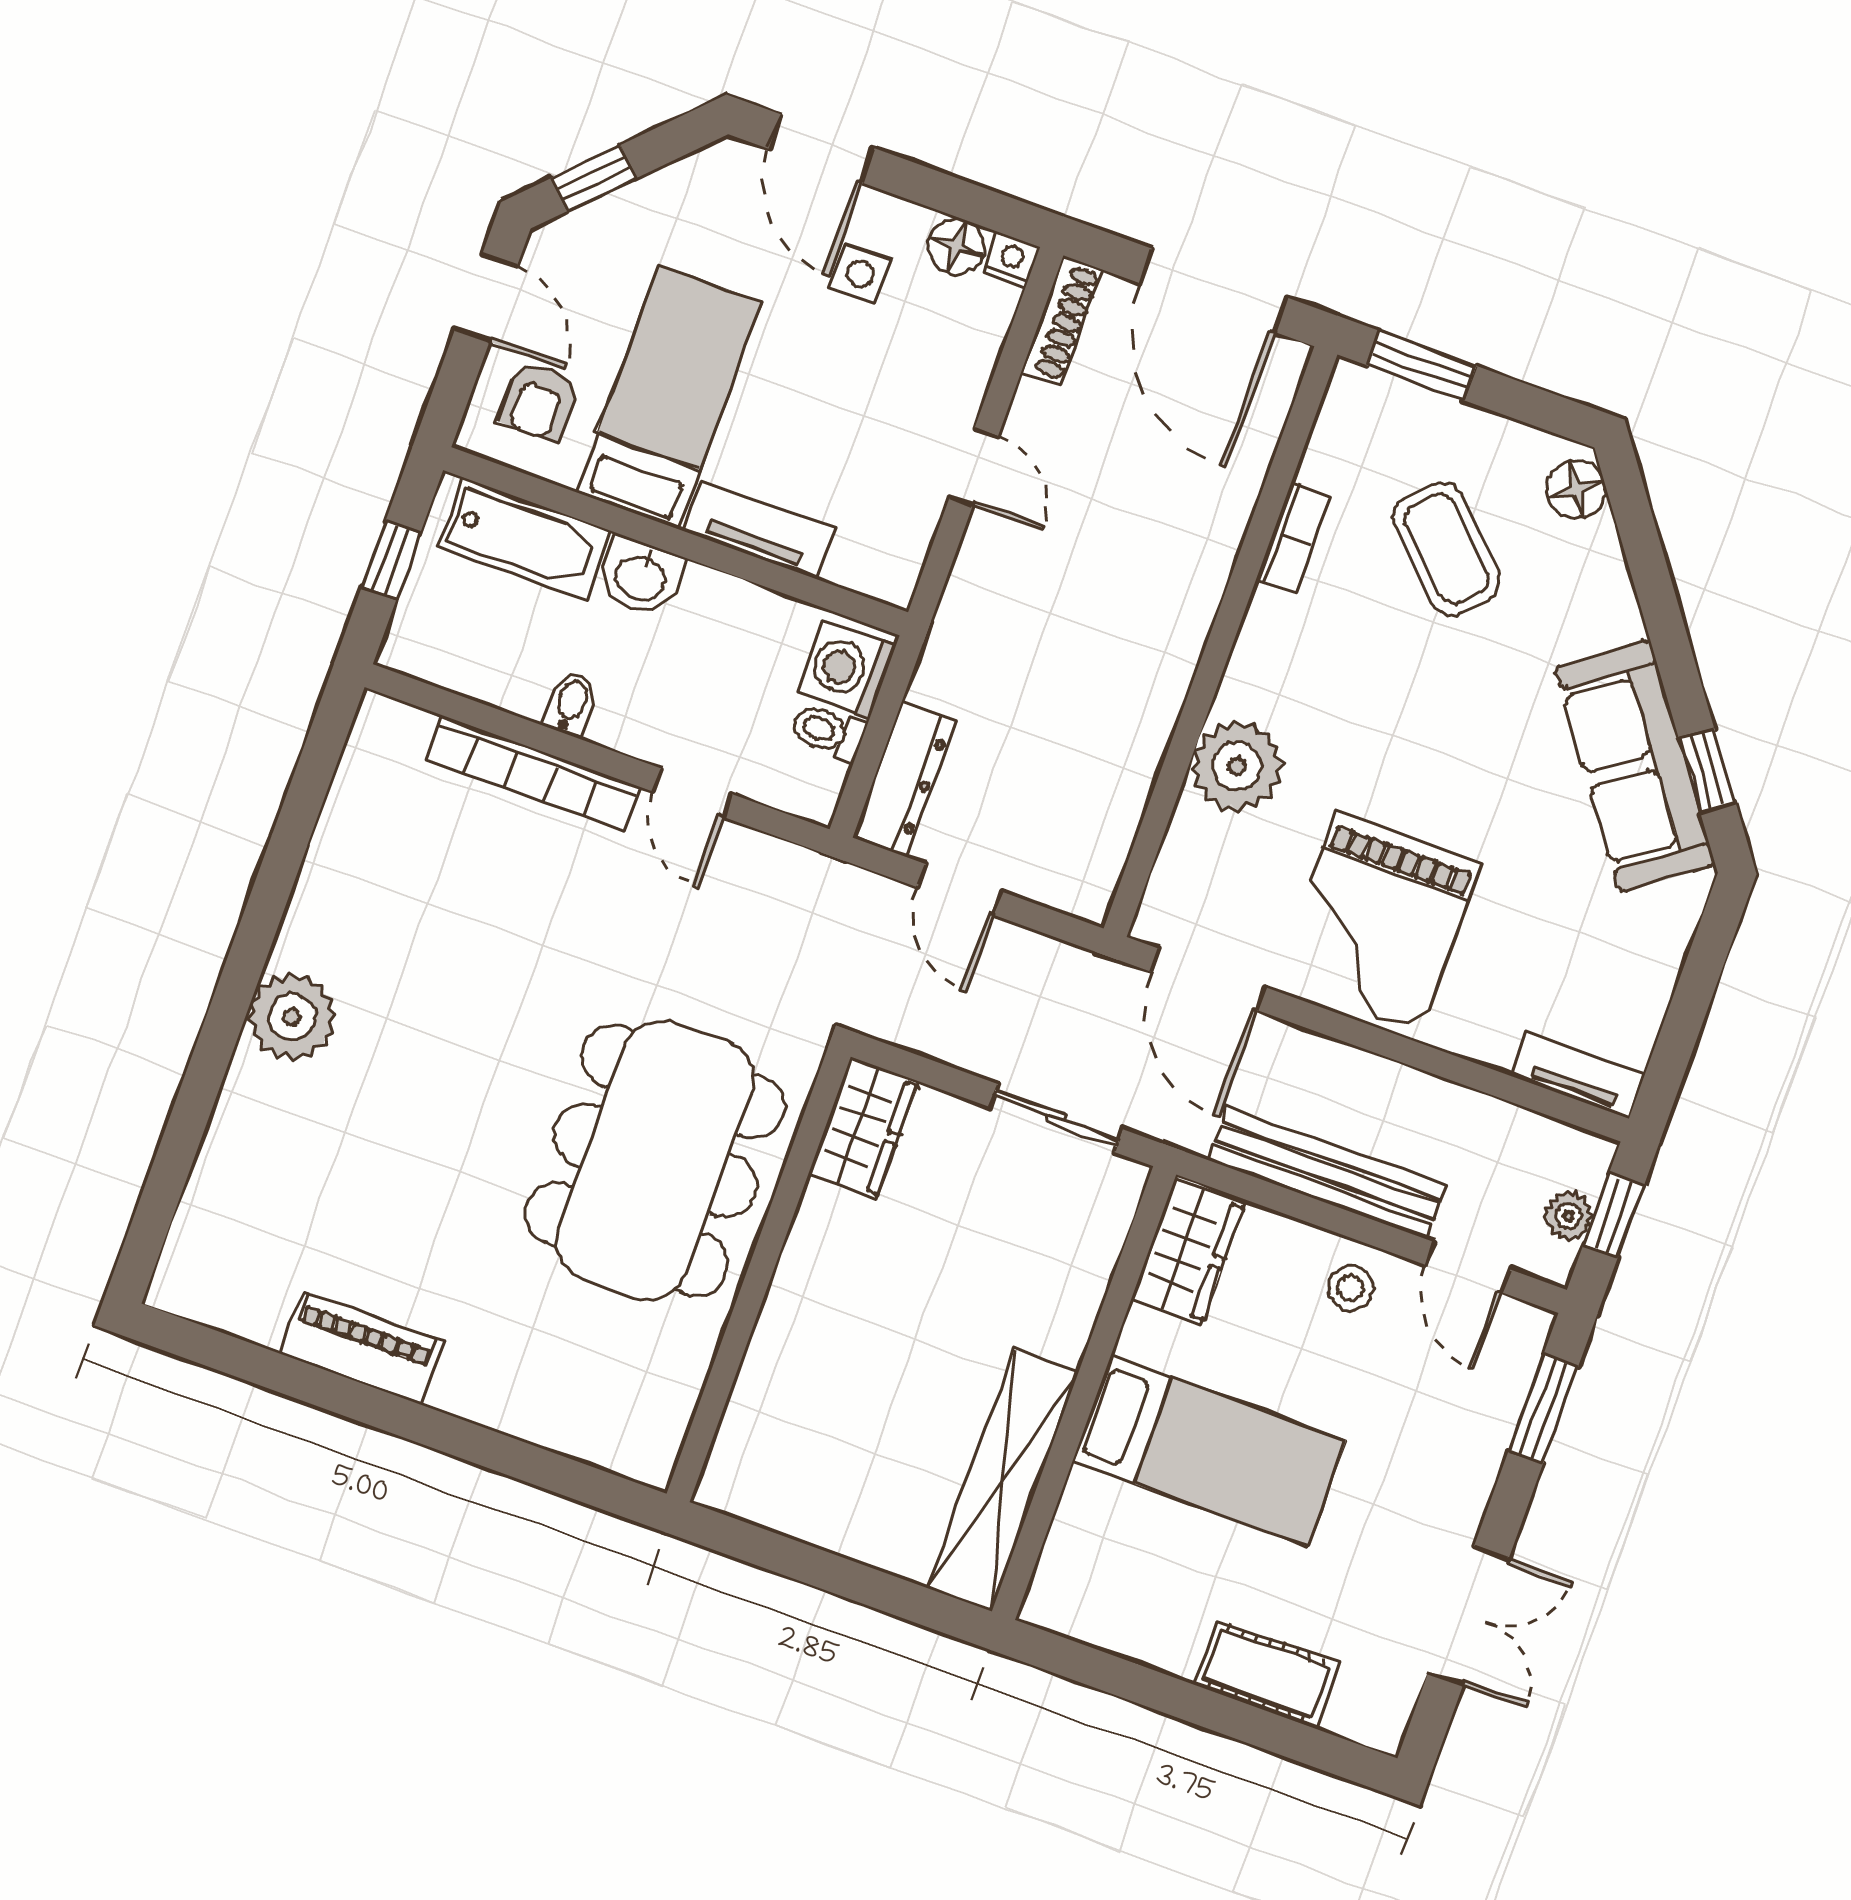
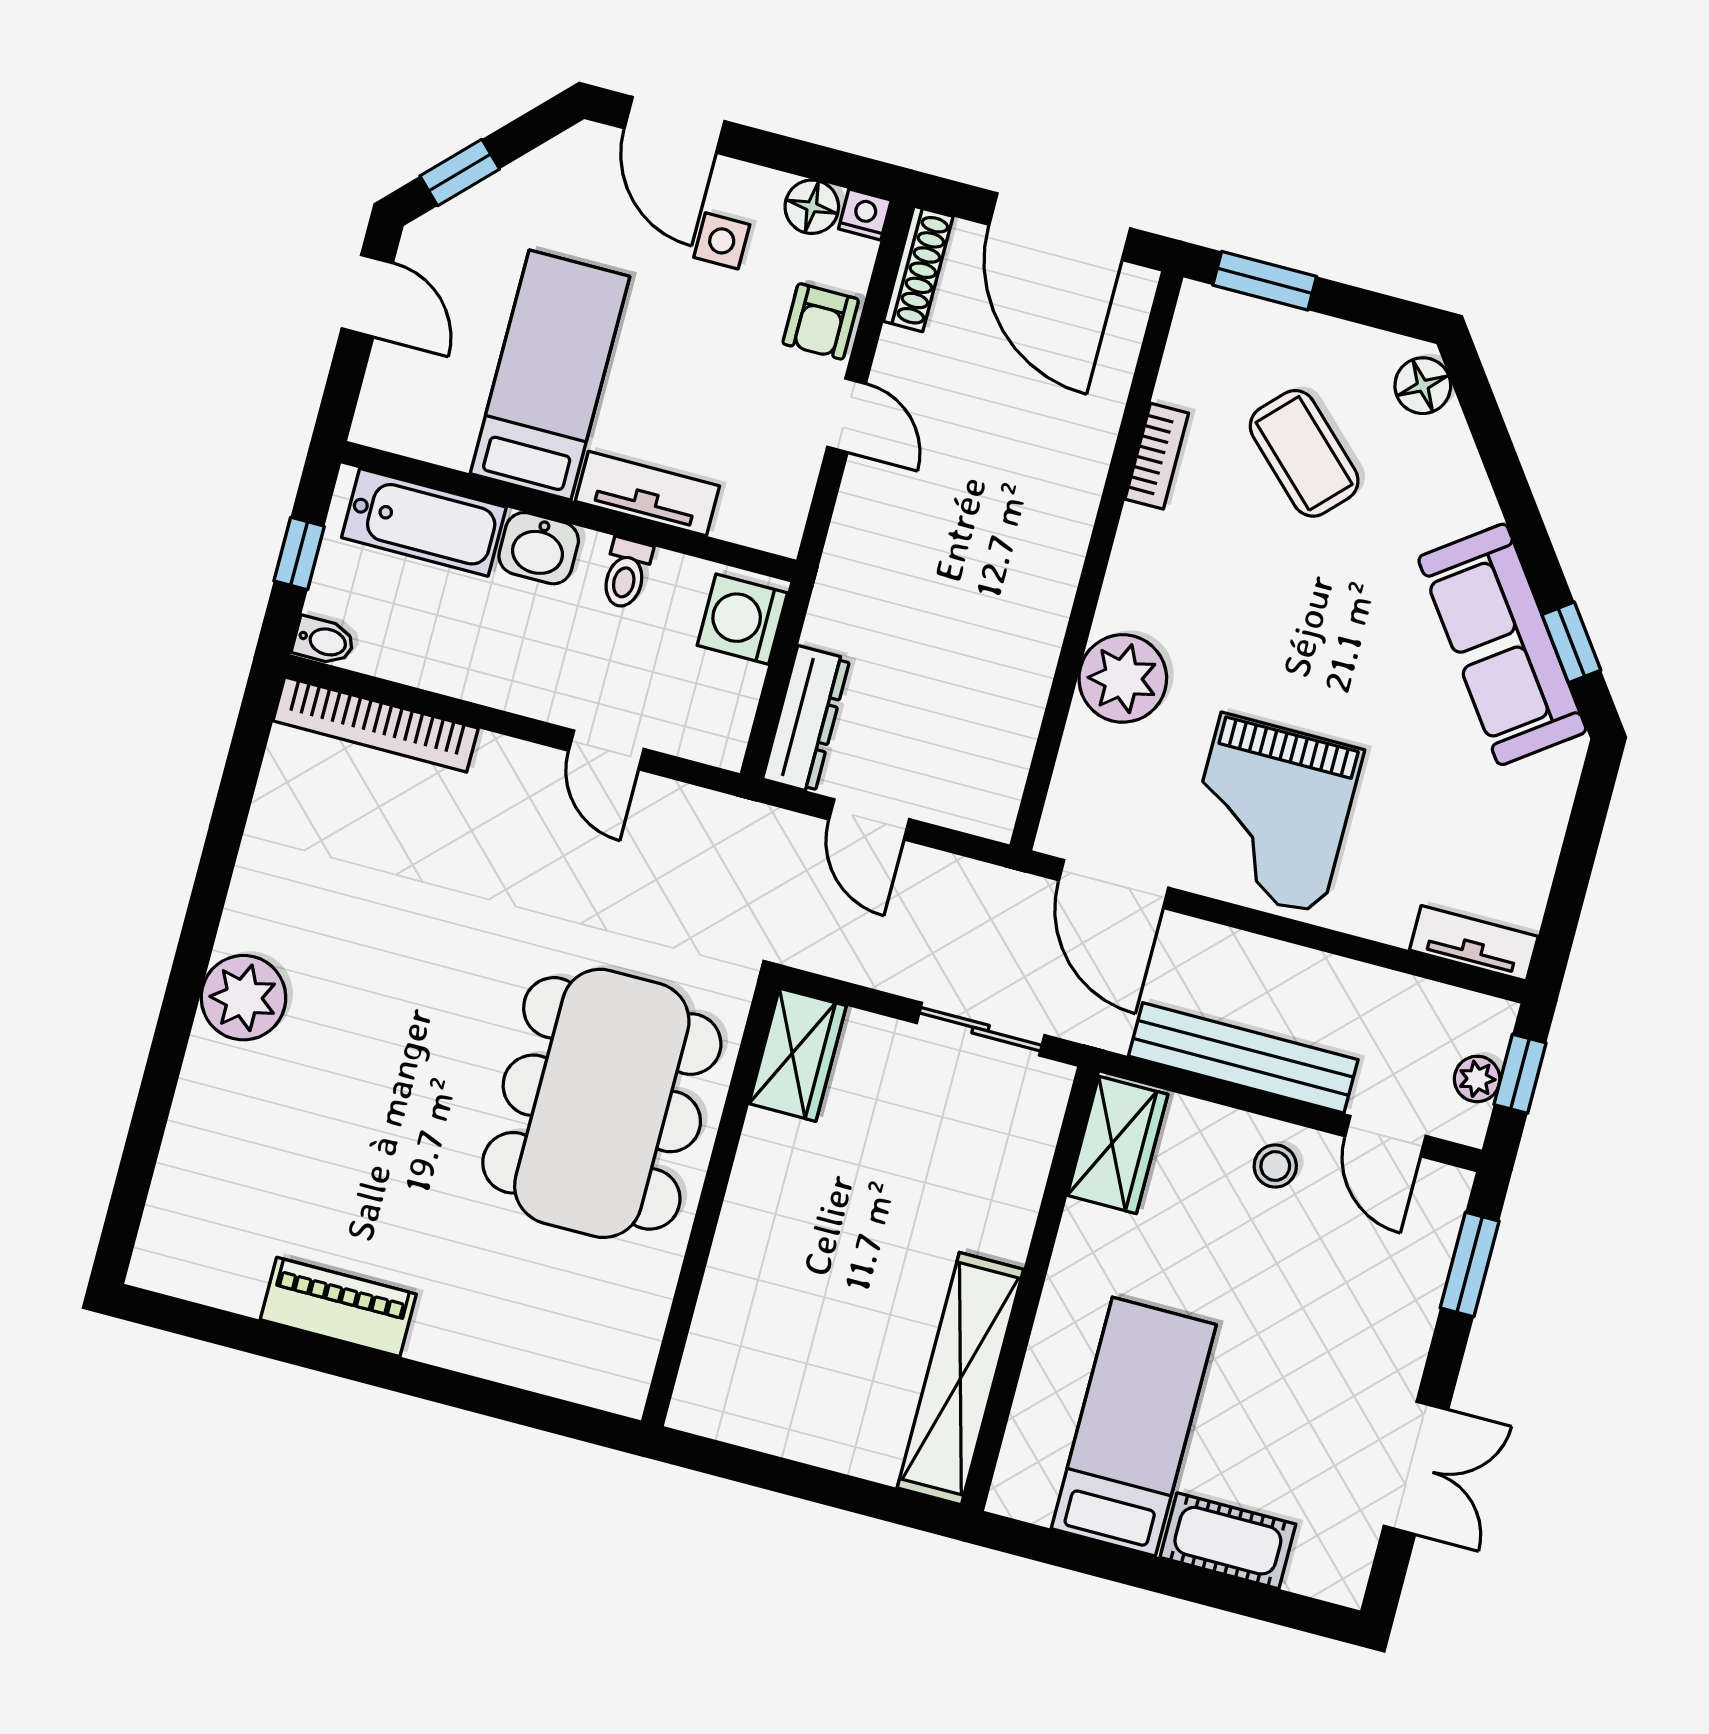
armchair: (539, 401) -> (821, 321), moved
bidet: (571, 704) -> (324, 641), moved, turned 90
toilet: (828, 732) -> (626, 573), moved, turned -90
bookcase: (532, 773) -> (376, 725), moved
bed: (1209, 1451) -> (1134, 1427), moved, turned -90

